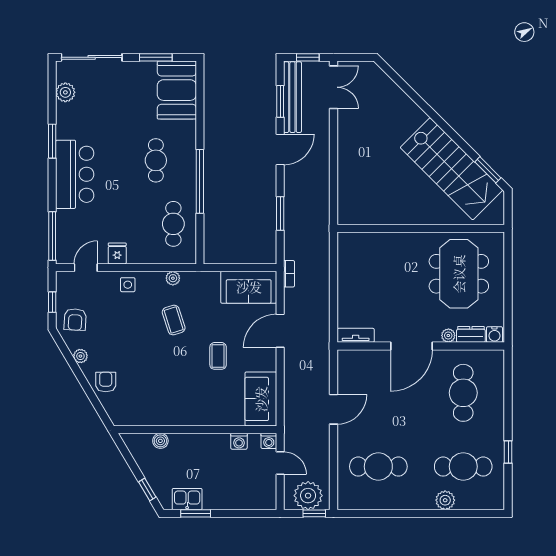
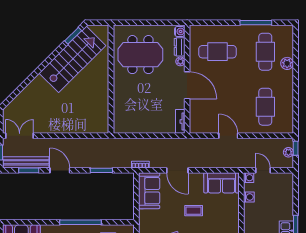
window: (508, 452) -> (256, 23), width x2.17
door: (280, 463) -> (263, 170), hinge flipped
plant: (308, 496) -> (288, 152), width x0.53, depth x0.53

